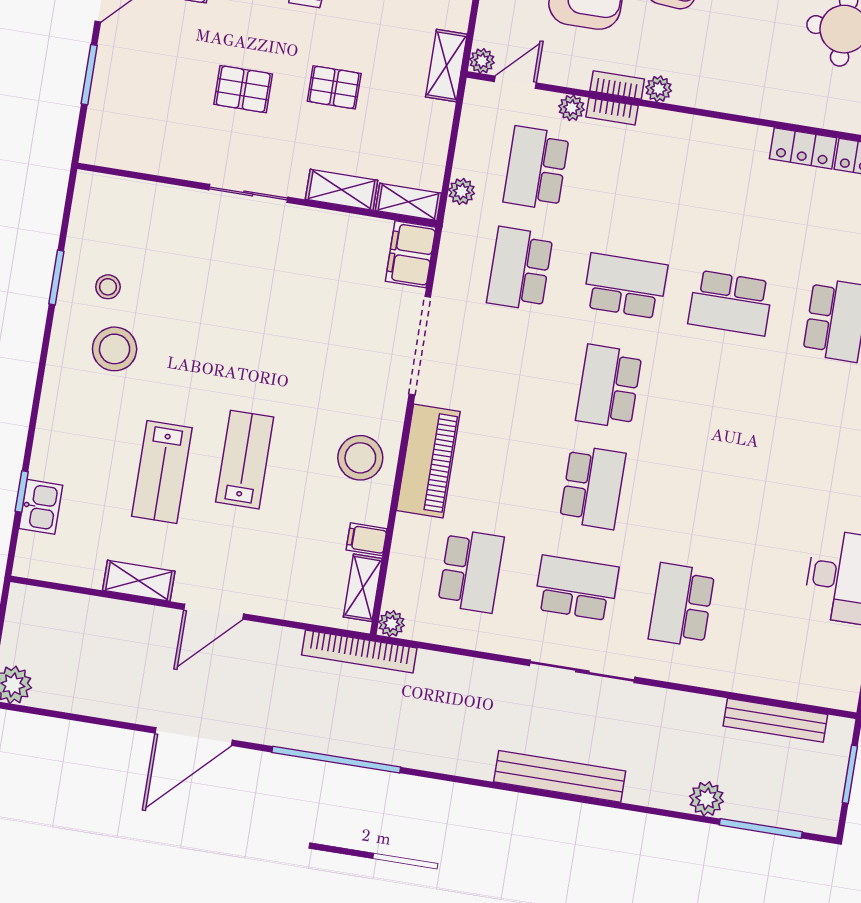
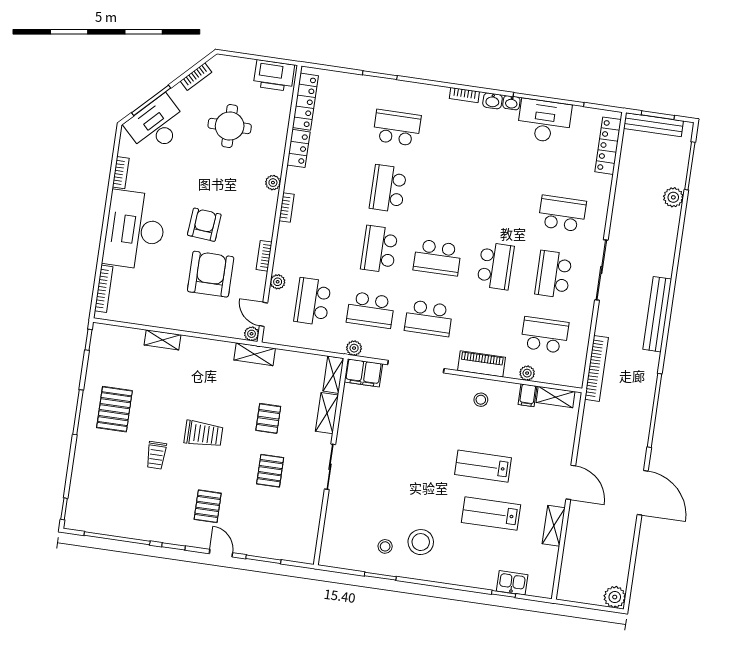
plant: (659, 89) -> (273, 183), moved
bookcase: (612, 111) -> (287, 207), moved
school desk: (536, 168) -> (313, 302), turned 90
plant: (462, 191) -> (354, 348), moved
school desk: (731, 303) -> (388, 189), turned 180
school desk: (504, 370) -> (429, 318), added
stool: (360, 458) -> (481, 400), width x0.53, depth x0.53
piano: (428, 461) -> (482, 364), width x0.73, depth x0.75
lab bench: (162, 472) -> (491, 514), turned 180
school desk: (593, 487) -> (495, 266), turned 90
school desk: (682, 605) -> (562, 214), turned 180
plant: (391, 624) -> (527, 373), moved
bookcase: (359, 652) -> (596, 368), moved
locker: (798, 687) -> (608, 146), added
bench: (775, 720) -> (654, 125), moved, turned 90
bench: (560, 776) -> (657, 314), moved

